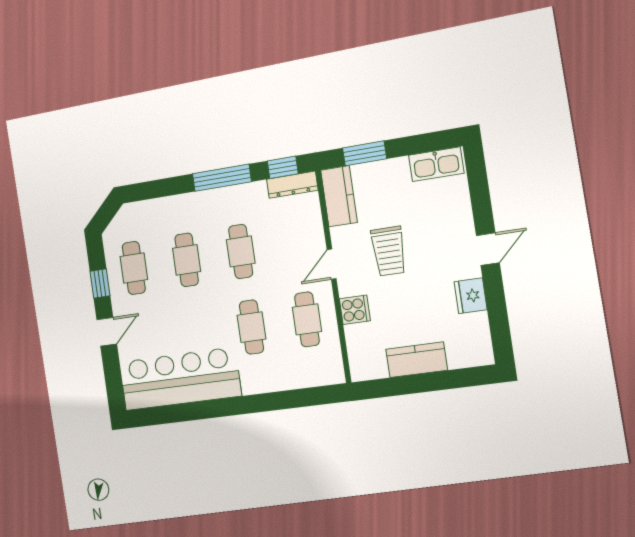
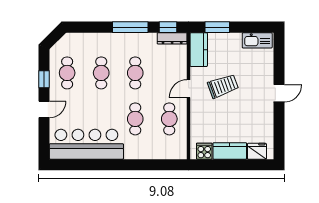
trolley: (389, 251) -> (223, 86), turned -110
fridge: (471, 296) -> (257, 151), moved, turned 90
cooker: (355, 310) -> (204, 151), moved, turned -90

